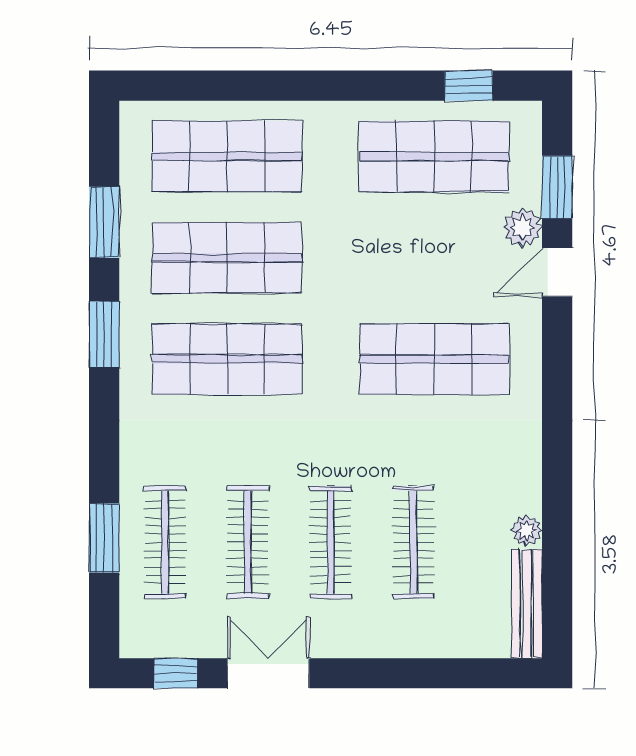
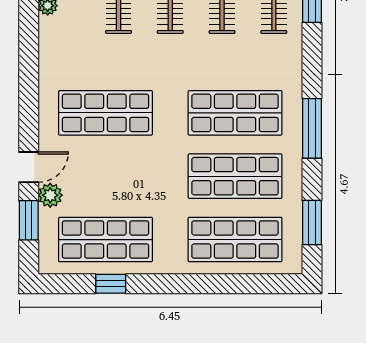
window: (469, 86) -> (111, 284), moved
window: (104, 222) -> (312, 222), moved
window: (104, 334) -> (312, 128), width x1.44

